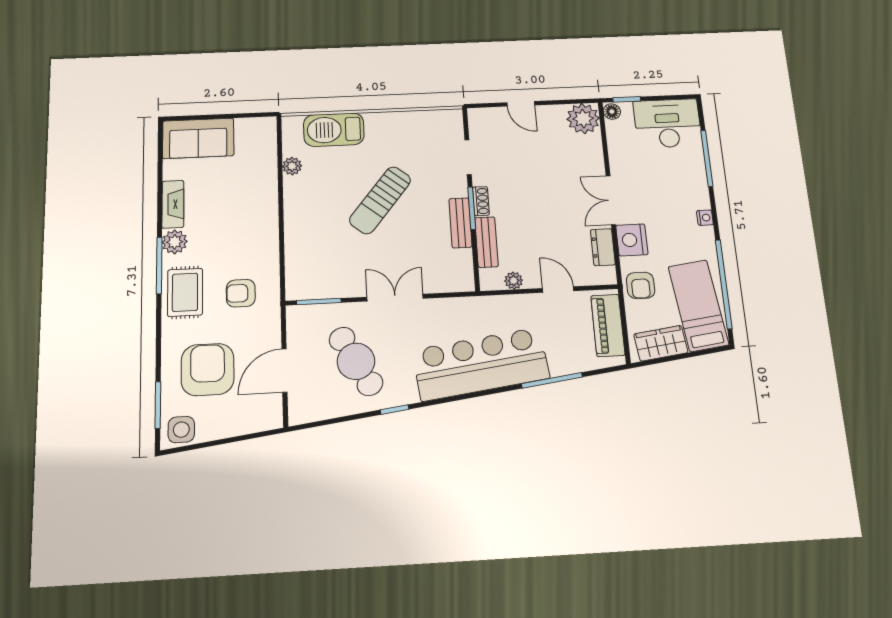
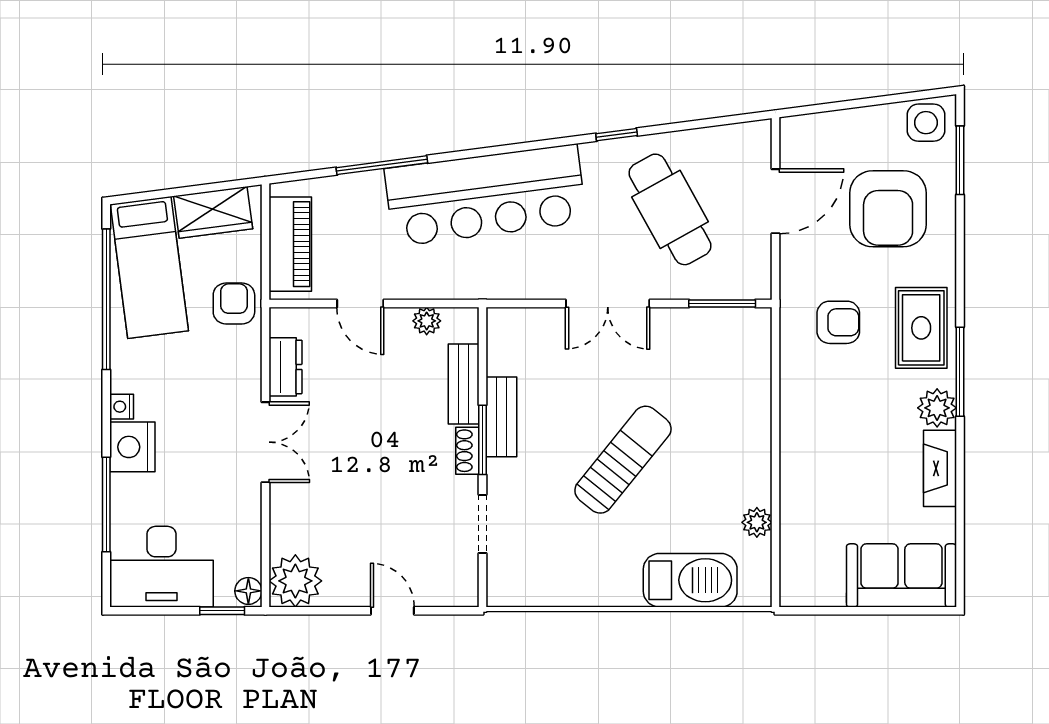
nightstand: (632, 240) -> (132, 447), moved, turned 180

